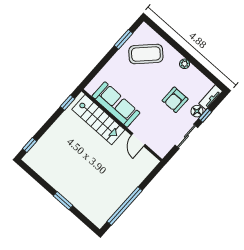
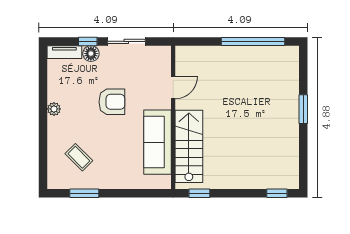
coffee table: (146, 54) -> (79, 157), width x0.54, depth x0.58
armchair: (175, 100) -> (112, 102), moved

